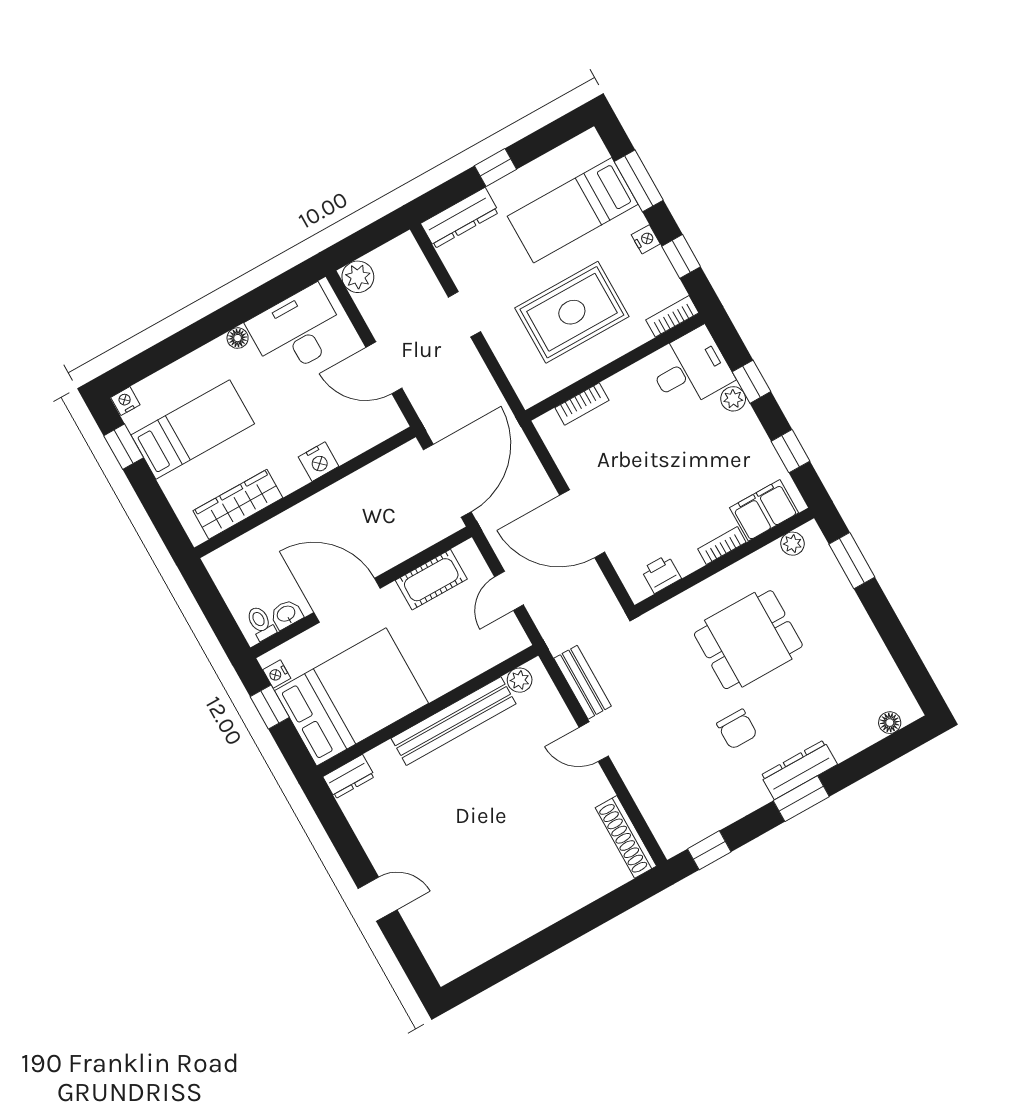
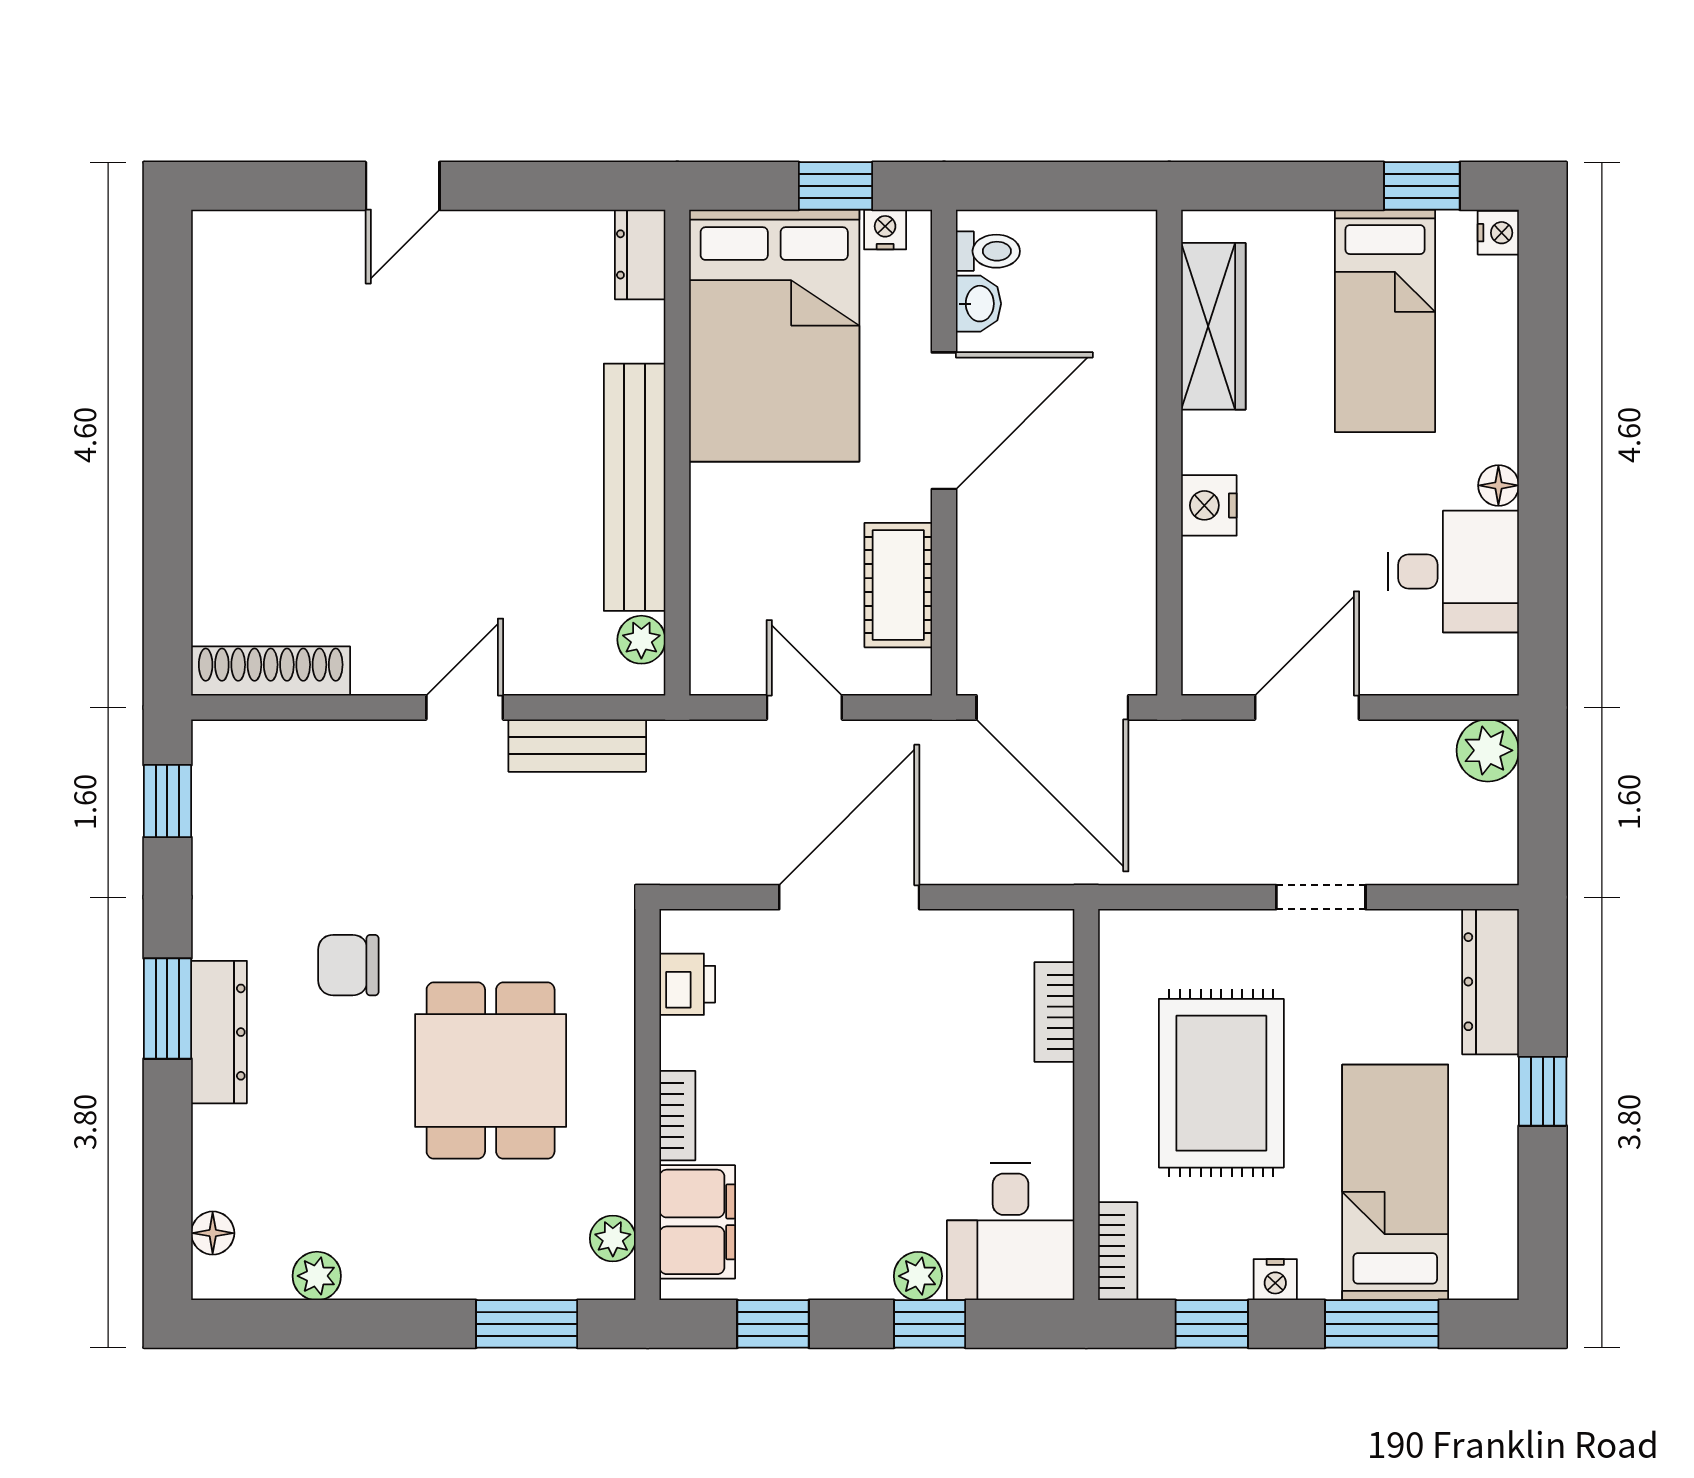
desk: (297, 331) -> (1453, 571), width x0.73
plant: (883, 666) -> (317, 1276), added

